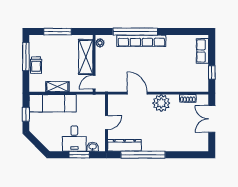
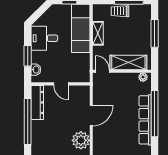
desk: (74, 139) -> (44, 38), moved

